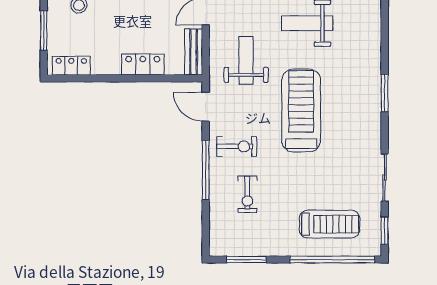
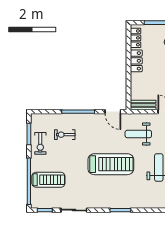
weight bench: (246, 61) -> (138, 134), turned 180
locker: (143, 64) -> (136, 61), moved
door: (206, 107) -> (113, 112), swing flipped
exercise bike: (237, 146) -> (40, 143), moved
treadmill: (329, 224) -> (48, 180), turned -90

